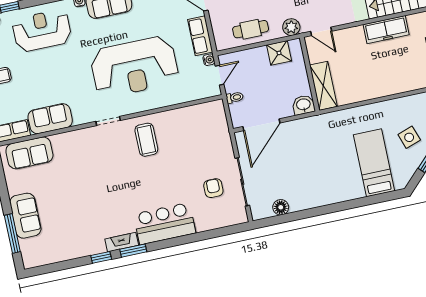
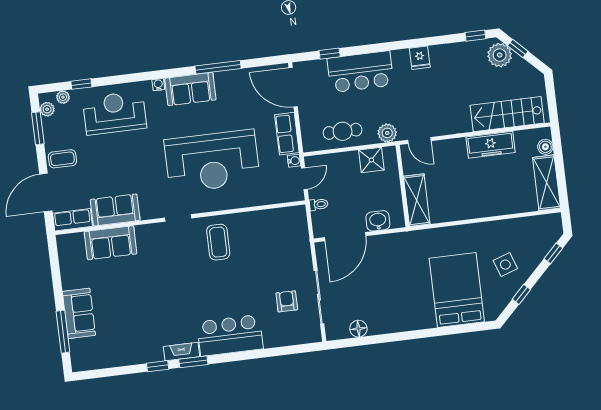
washbasin: (303, 105) -> (378, 221), moved
sofa: (29, 153) -> (111, 243), moved
bed: (374, 163) -> (457, 290), width x1.50

